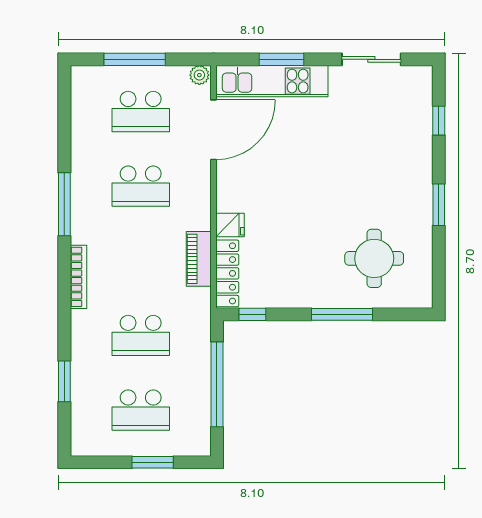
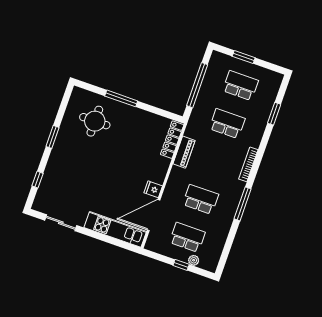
window: (135, 59) -> (181, 265), width x0.46
window: (282, 59) -> (106, 239), removed
plant: (199, 75) -> (194, 260), moved
fridge: (230, 225) -> (153, 189), moved
window: (252, 314) -> (167, 114), removed

